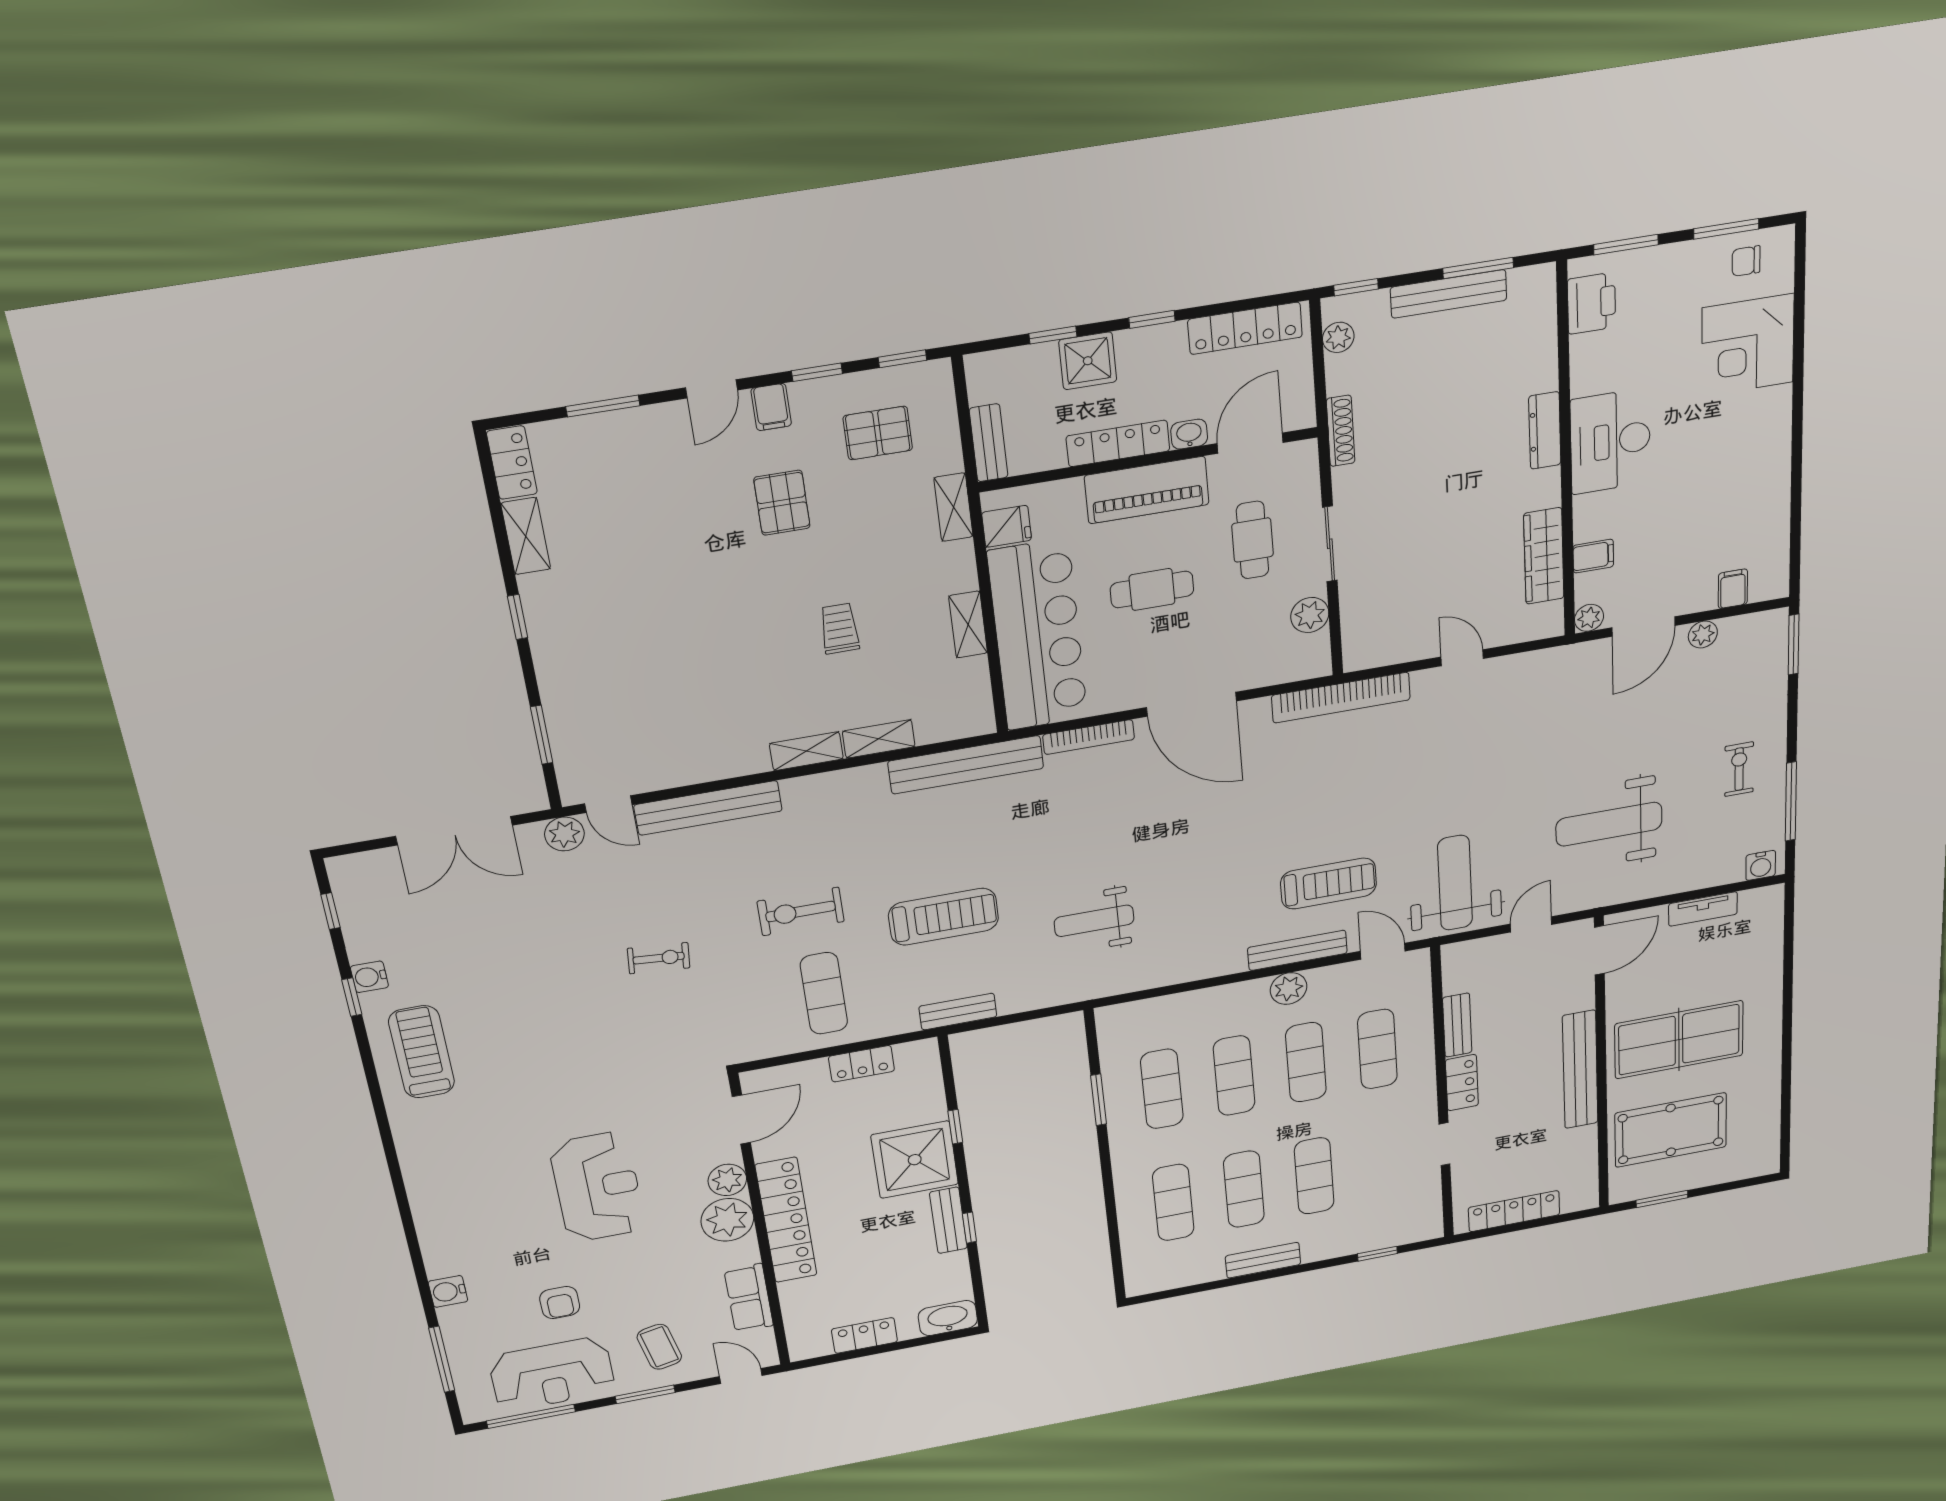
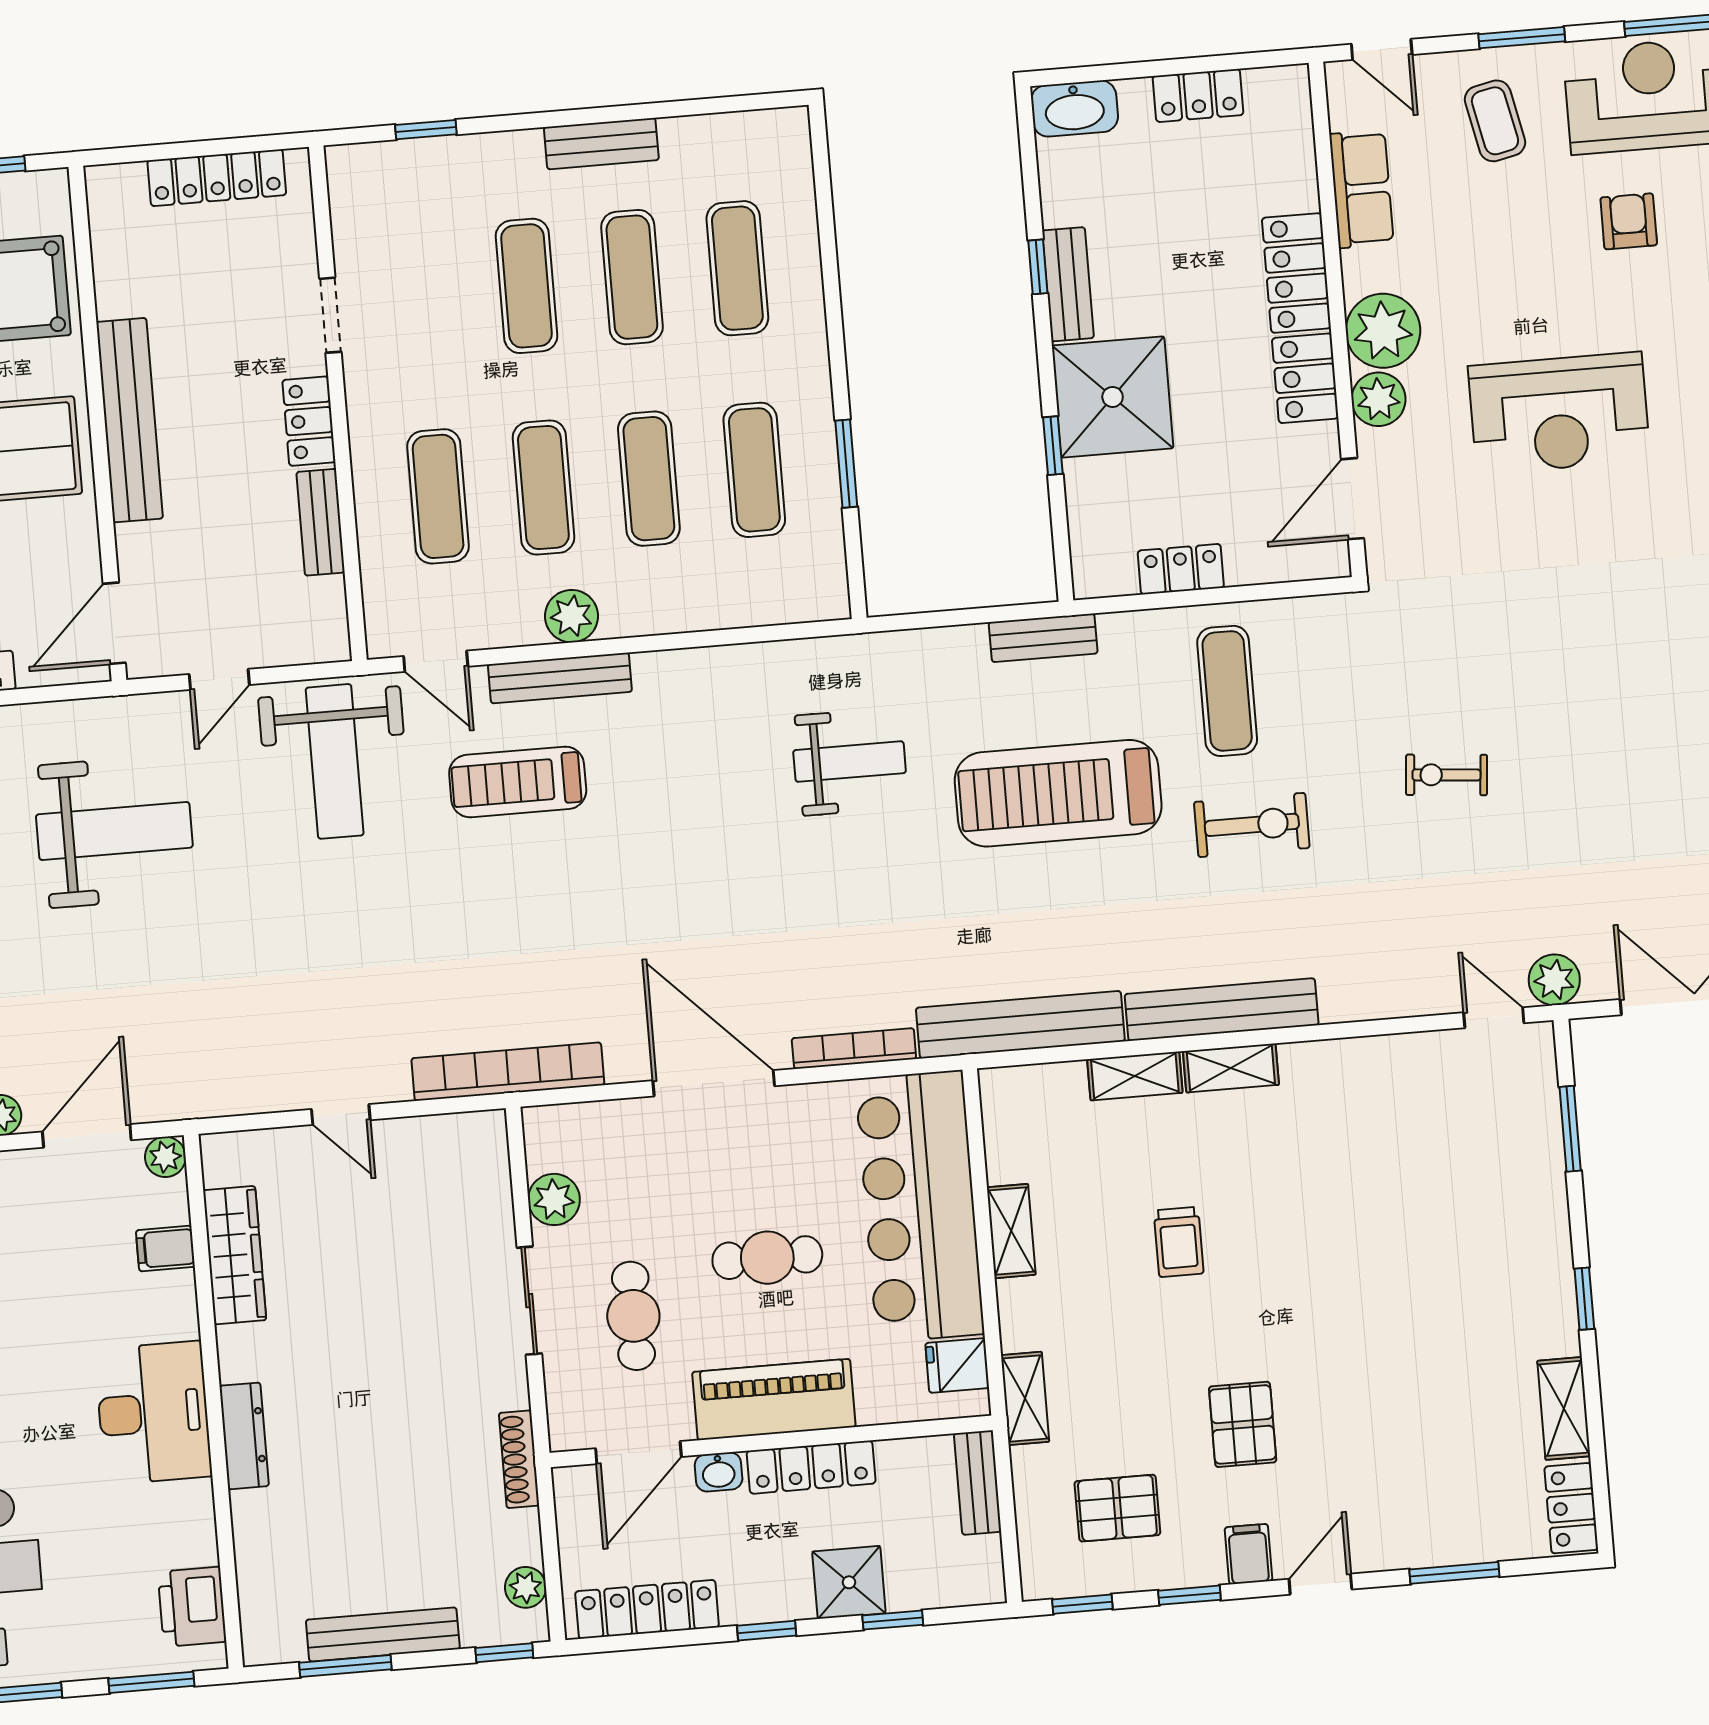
bench: (708, 808) -> (1222, 1010), moved
treadmill: (943, 917) -> (1058, 793), width x1.37, depth x1.38
reception desk: (597, 1187) -> (1559, 413), turned -90

